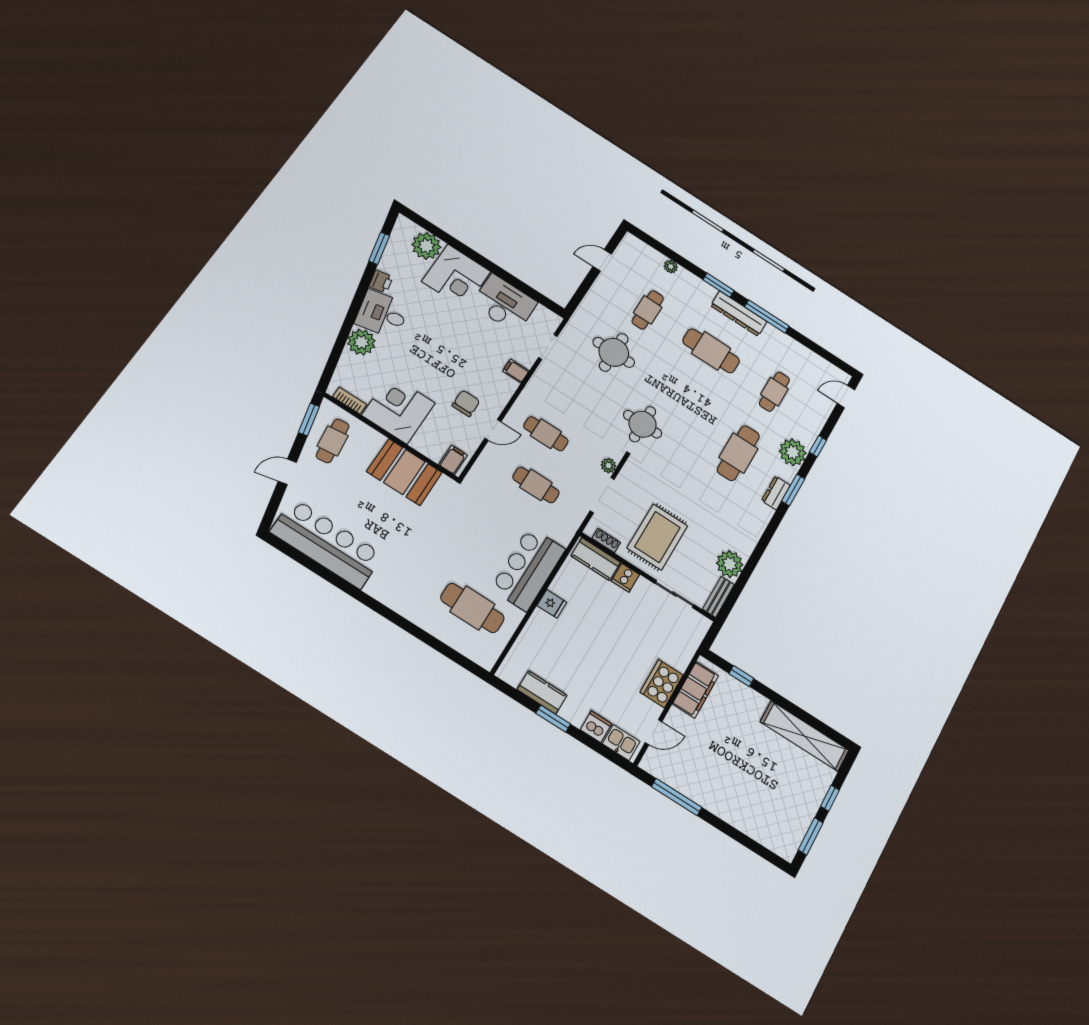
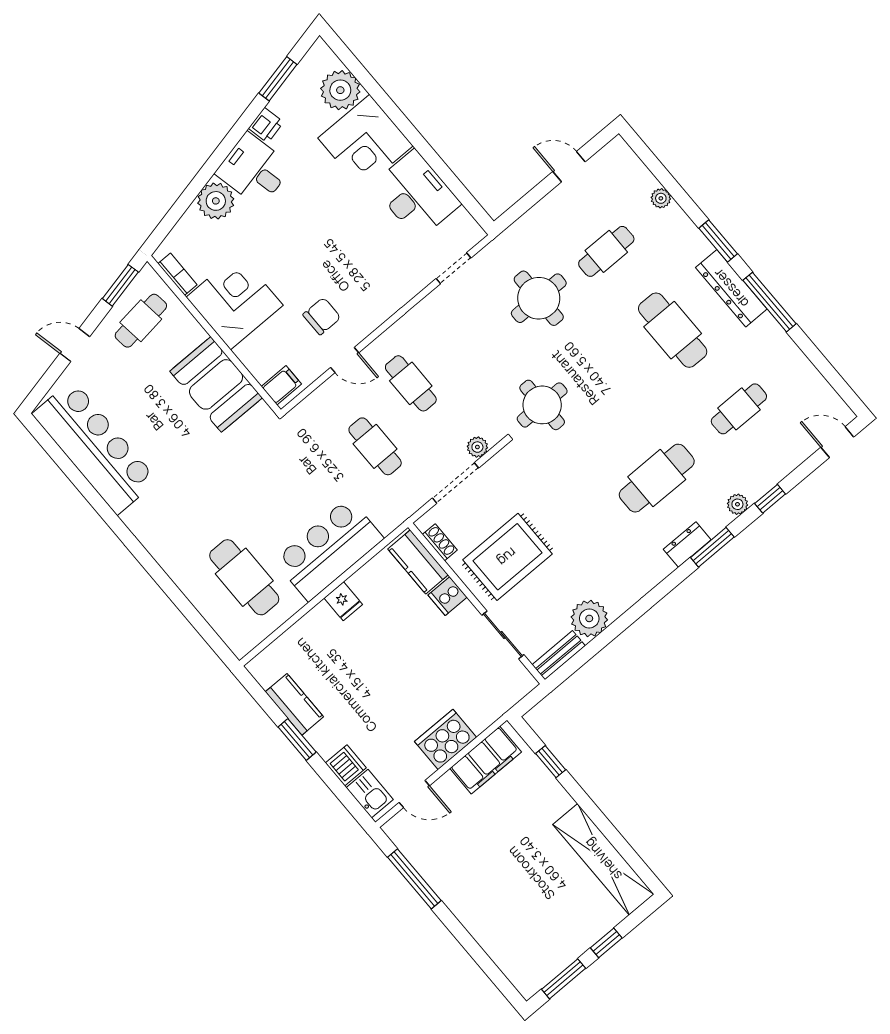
filing cabinet: (516, 371) -> (400, 290), removed
plant: (793, 452) -> (737, 504), width x0.53, depth x0.53

